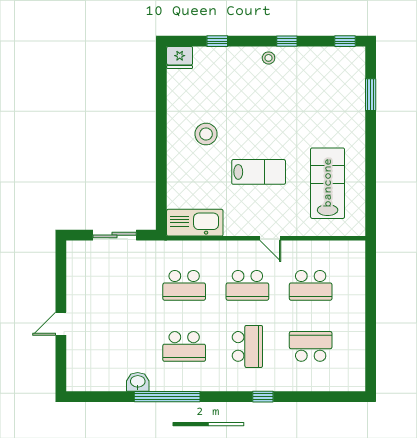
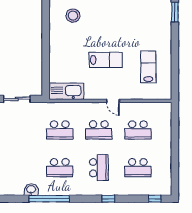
stool: (206, 134) -> (73, 16), moved
lab bench: (328, 183) -> (148, 67), width x0.73, depth x0.72
school desk: (311, 346) -> (138, 168), turned 180
window: (338, 397) -> (155, 199), added

